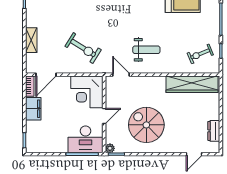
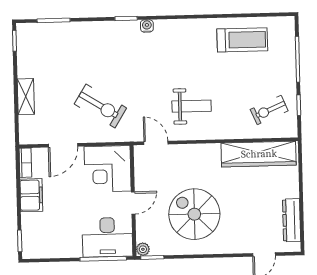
door: (46, 75) -> (63, 145), moved
dresser: (214, 131) -> (292, 220), width x1.44

